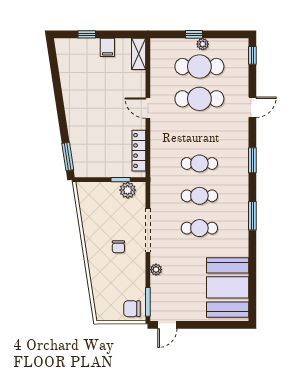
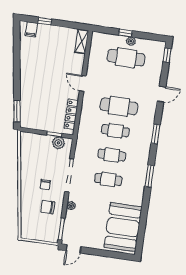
filing cabinet: (107, 47) -> (31, 29), moved
cafe table: (199, 99) -> (119, 106), moved
chair: (132, 309) -> (48, 207), moved

